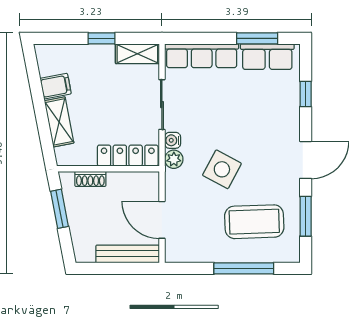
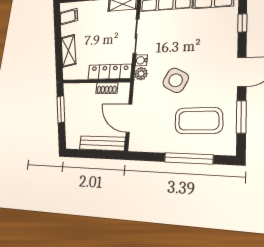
filing cabinet: (56, 86) -> (69, 17), moved
shoe rack: (90, 179) -> (107, 88), moved

